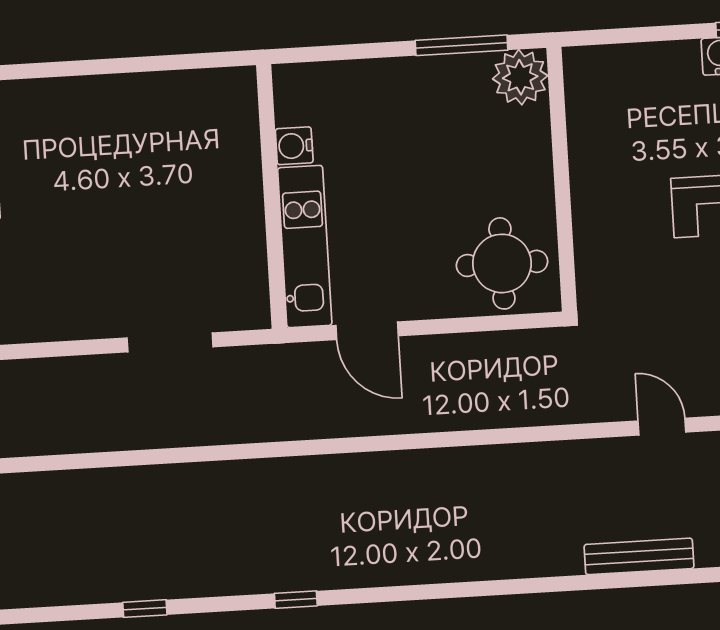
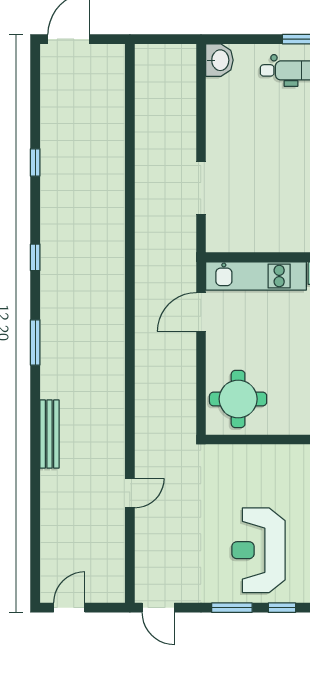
bench: (639, 556) -> (49, 434), moved
window: (431, 592) -> (35, 342), added

